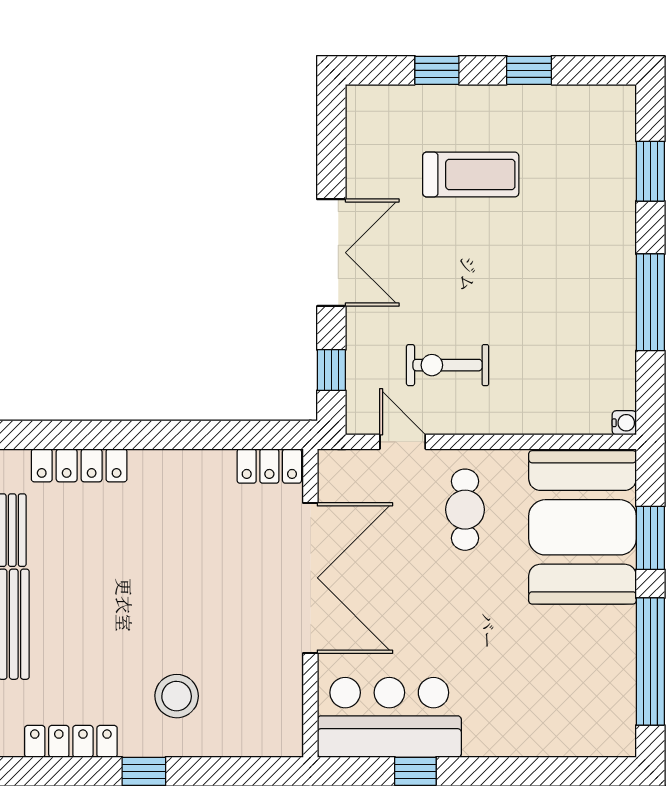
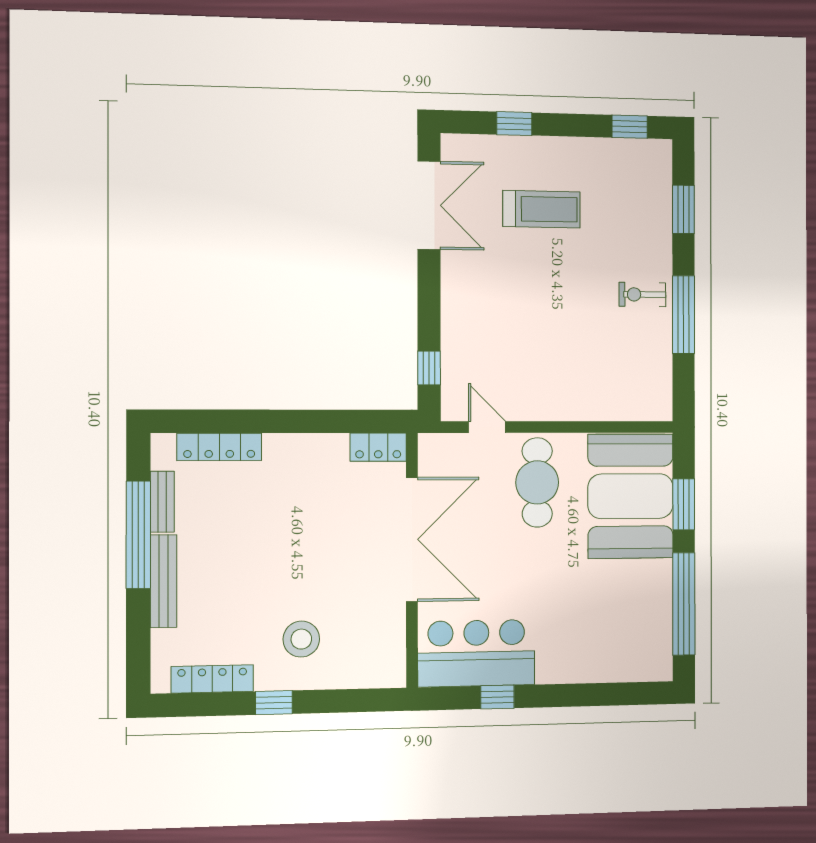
window: (529, 70) -> (630, 127), moved
double door: (331, 253) -> (429, 205), moved
exercise bike: (448, 365) -> (642, 295), moved, width x0.73, depth x0.72
water cooler: (624, 423) -> (663, 412), removed
cafe table: (465, 510) -> (537, 482), width x1.37, depth x1.35

